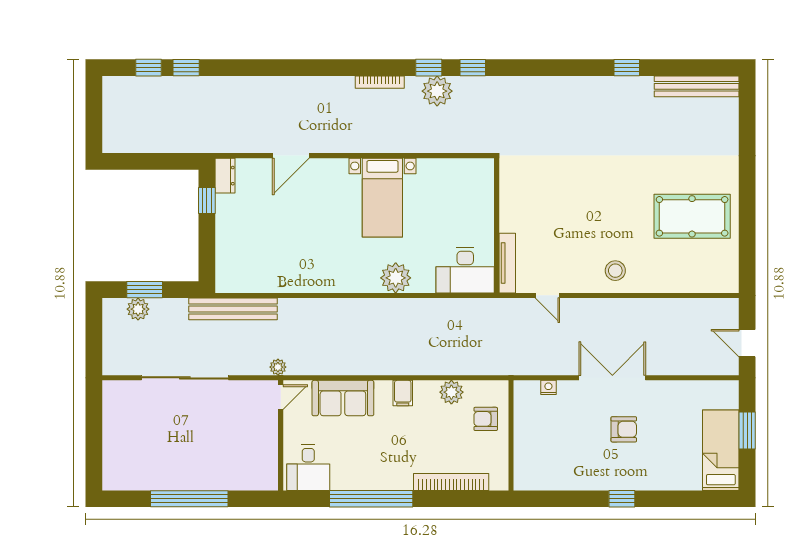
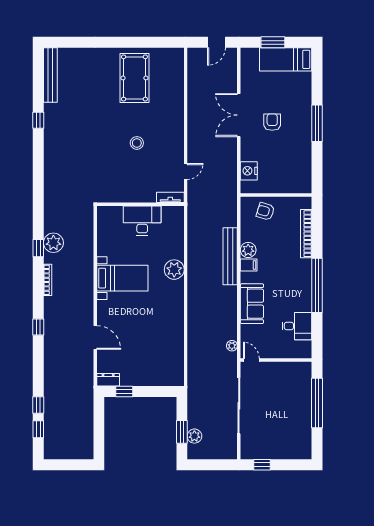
window: (473, 68) -> (38, 327), moved
tv unit: (507, 263) -> (170, 197), width x0.71
desk: (465, 270) -> (142, 221), moved, turned -90
stool: (615, 271) -> (137, 143), moved
bench: (233, 309) -> (230, 256), moved
double door: (612, 378) -> (239, 115), moved
nightstand: (548, 387) -> (249, 171), width x1.89, depth x1.79
plant: (451, 392) -> (248, 250), moved
door: (281, 397) -> (251, 360), moved
window: (94, 413) -> (262, 465), added
armchair: (486, 419) -> (265, 211), turned 107
wall: (281, 435) -> (276, 360), moved
window: (622, 499) -> (317, 123), width x2.17

